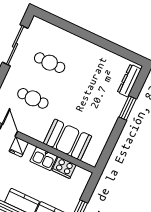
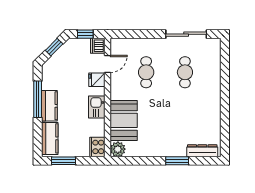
plant: (91, 158) -> (118, 149), added
cooker: (64, 168) -> (97, 147), moved

